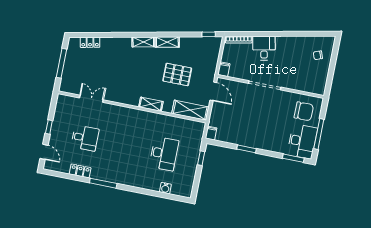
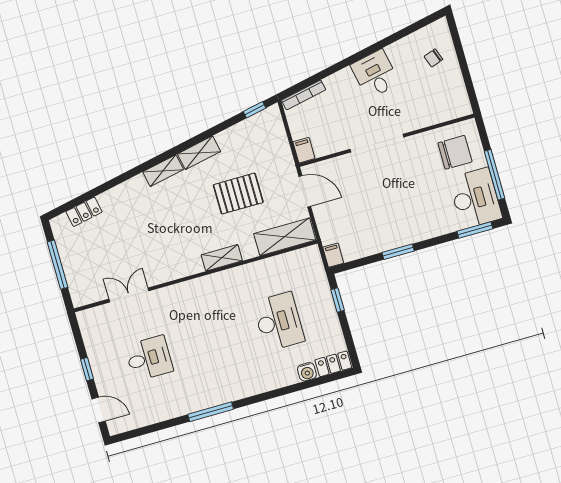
desk: (264, 48) -> (375, 74), moved
locker: (80, 171) -> (333, 364), moved

